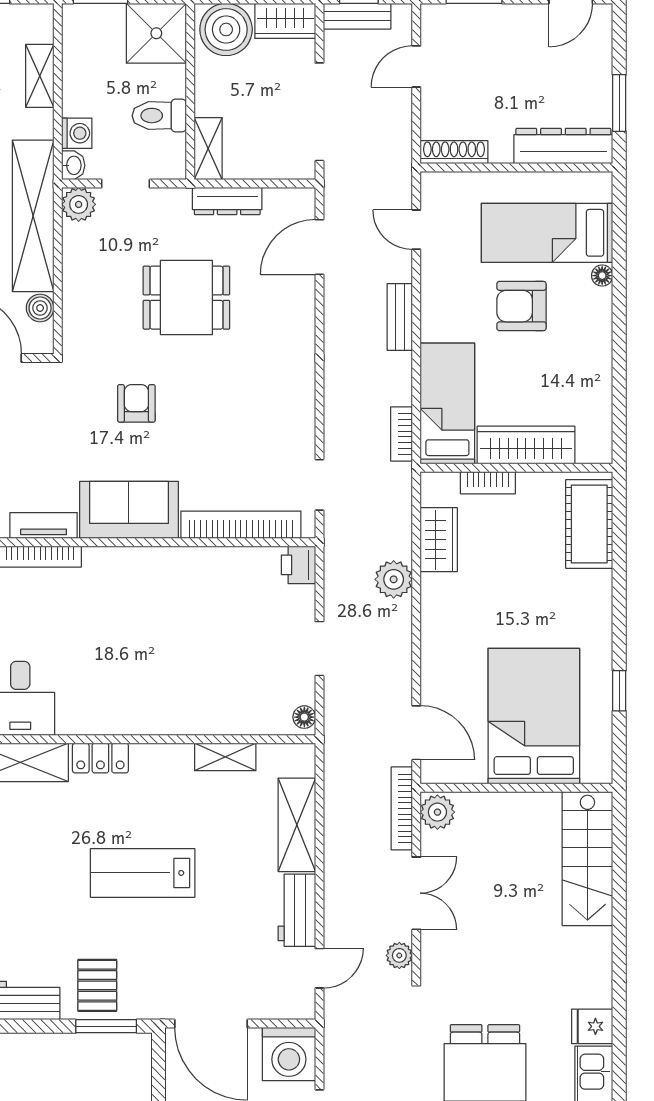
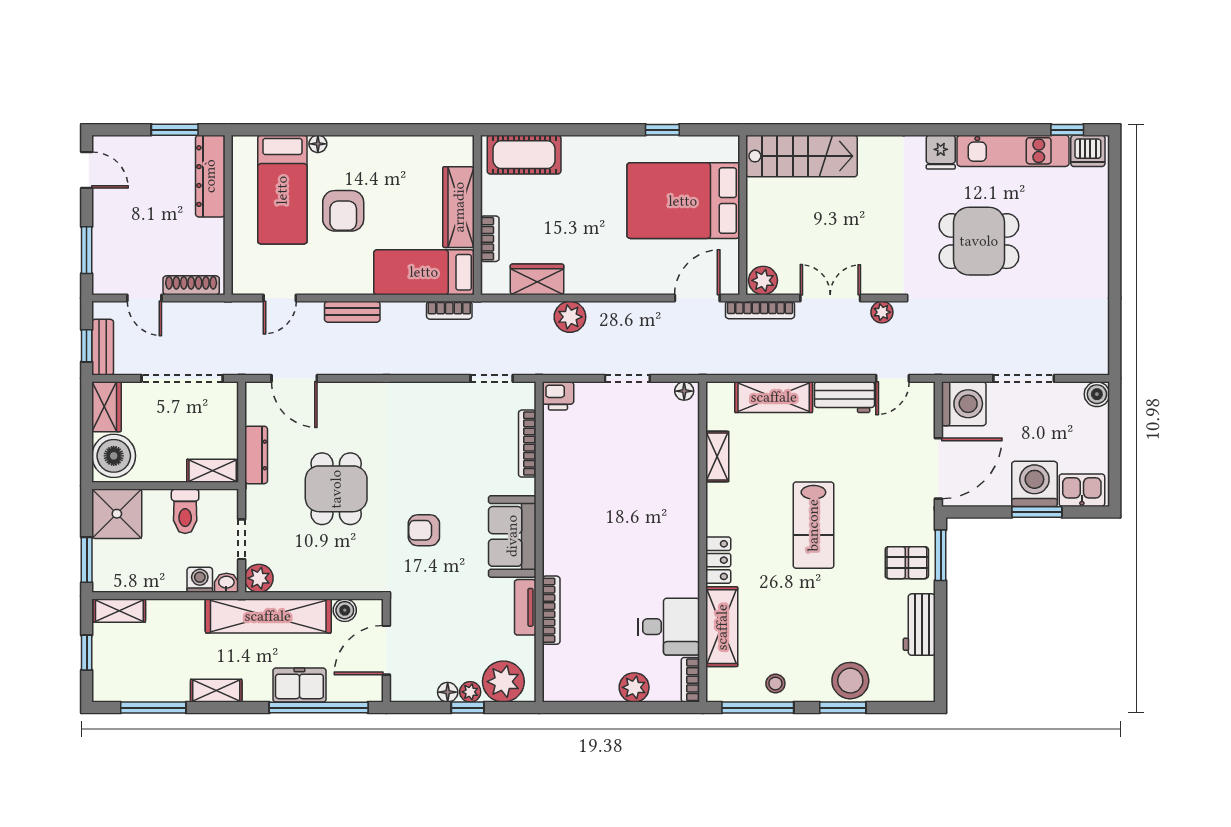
shelving: (40, 76) -> (119, 611), moved
shoe rack: (454, 152) -> (191, 285), moved, turned 90
bookcase: (241, 525) -> (527, 444), width x0.68, depth x0.76
door: (319, 968) -> (893, 378), swing flipped

